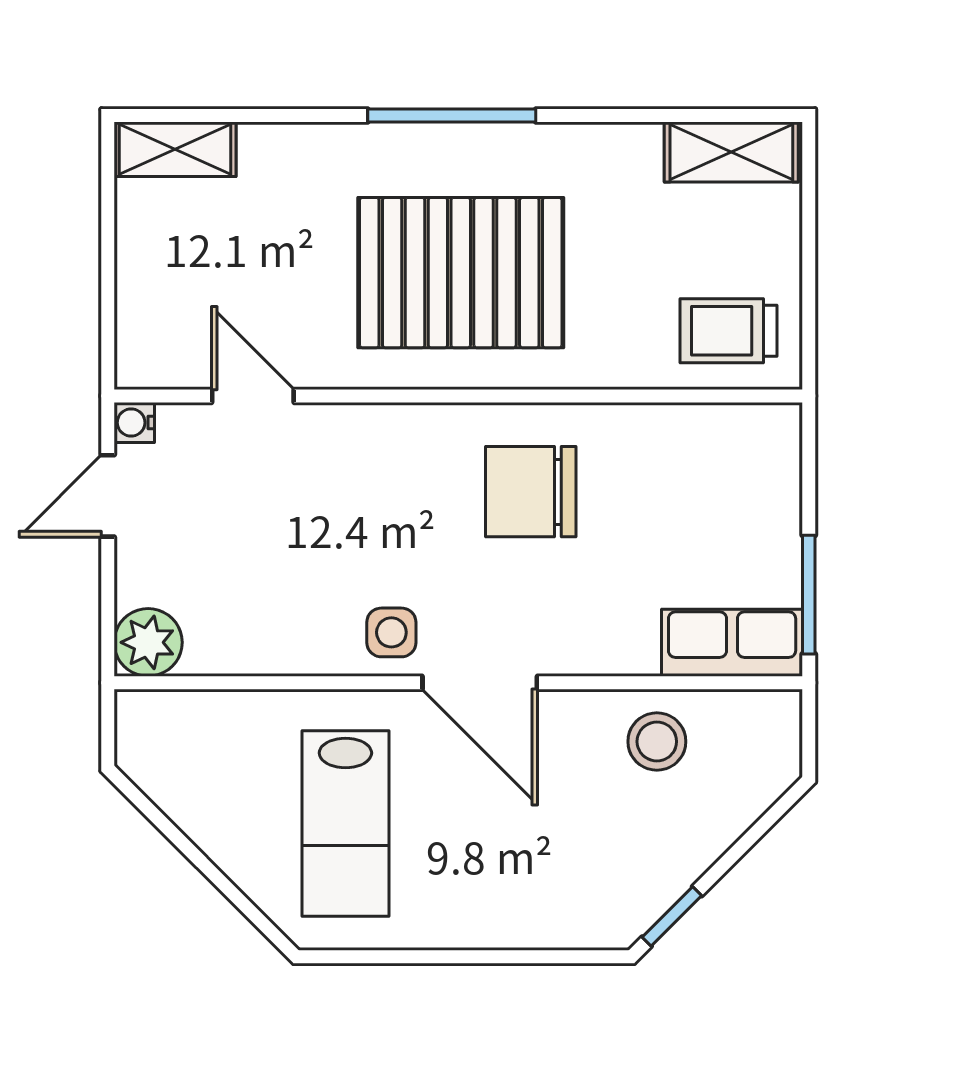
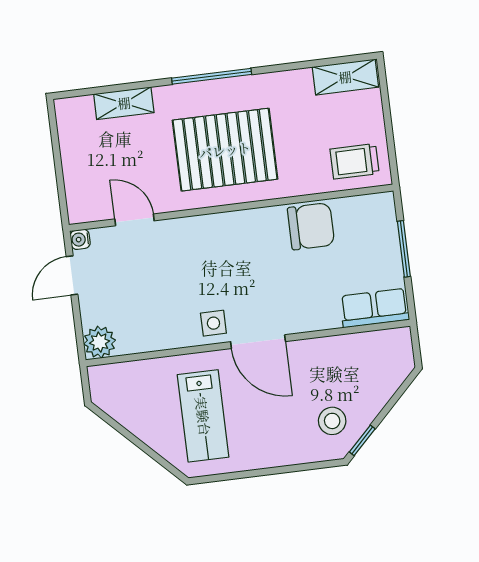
shelving: (175, 149) -> (124, 103), moved
chair: (531, 492) -> (311, 226), moved, turned 180
window: (809, 595) -> (404, 249), moved
stool: (657, 742) -> (332, 421), moved

